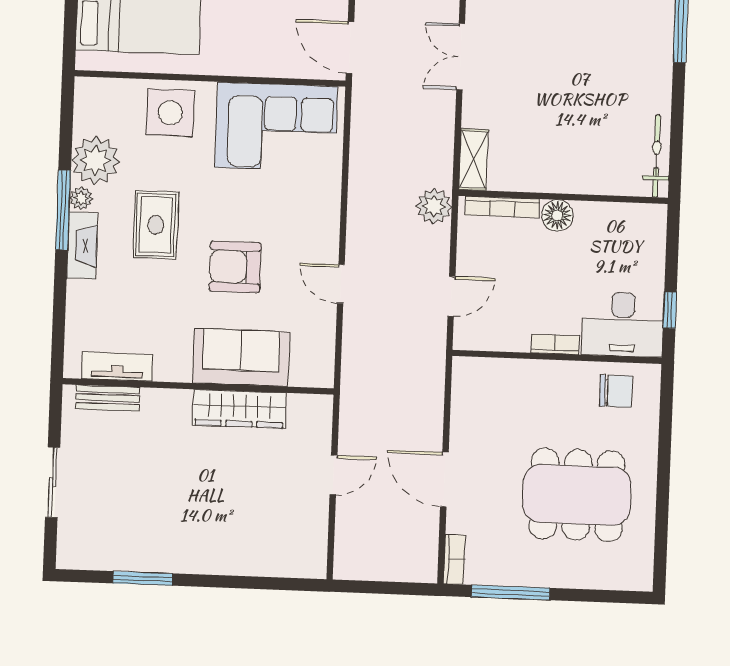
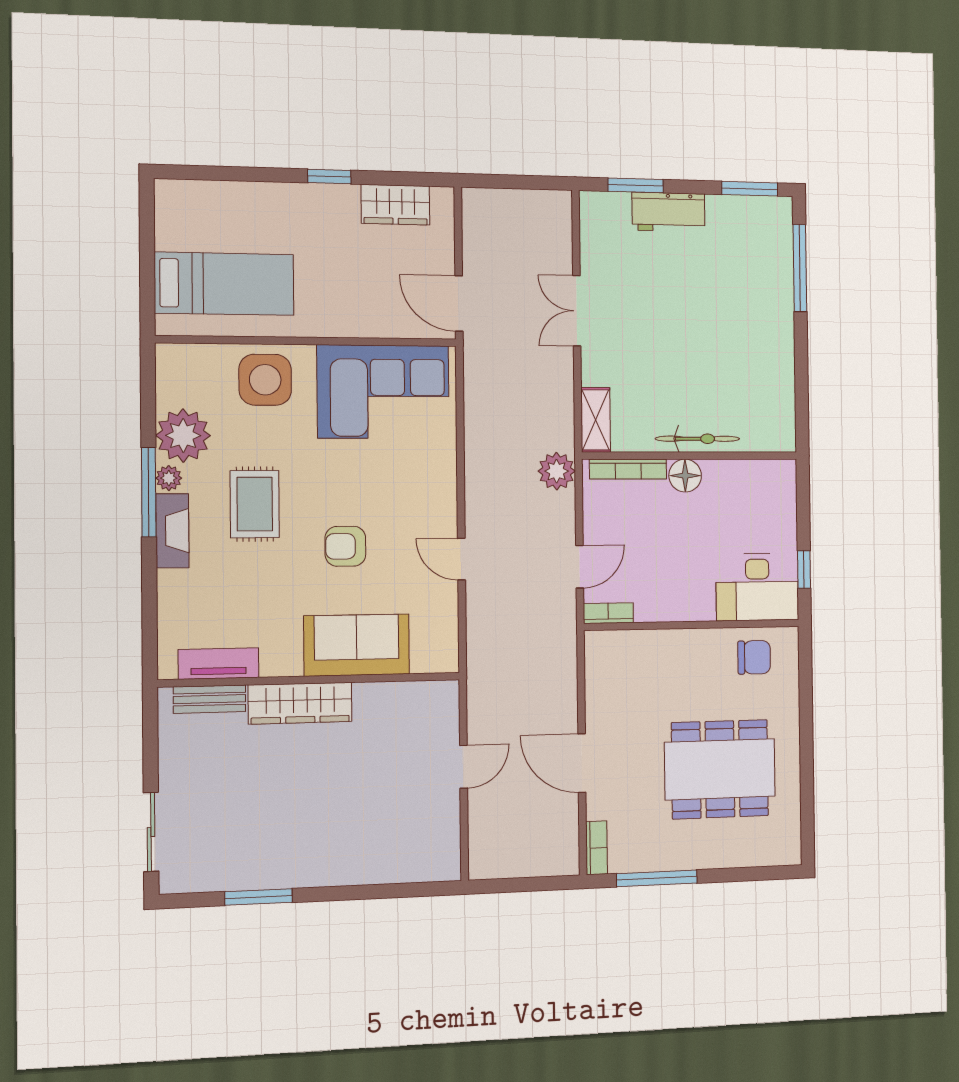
bicycle: (656, 156) -> (697, 439), moved, turned 90
armchair: (235, 267) -> (345, 546), width x0.72, depth x0.72
bookcase: (555, 344) -> (608, 613), moved
wardrobe: (239, 409) -> (300, 703), moved
sliding door: (53, 482) -> (151, 832), moved

